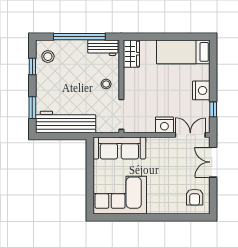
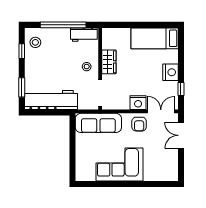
wardrobe: (131, 54) -> (109, 62), moved
corner sofa: (120, 195) -> (120, 165), moved
armchair: (195, 197) -> (139, 124), moved

